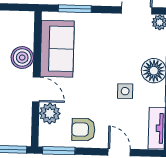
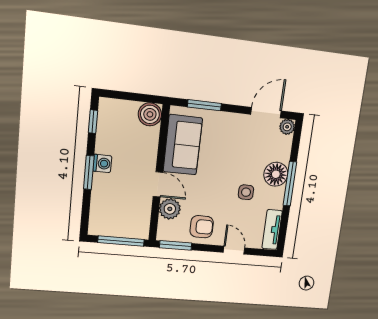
boiler: (22, 58) -> (150, 114), moved
armchair: (83, 130) -> (202, 227), turned 180

